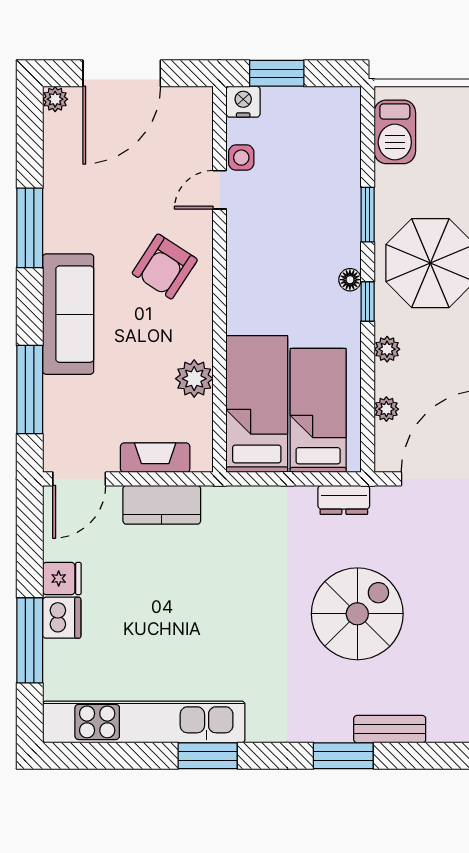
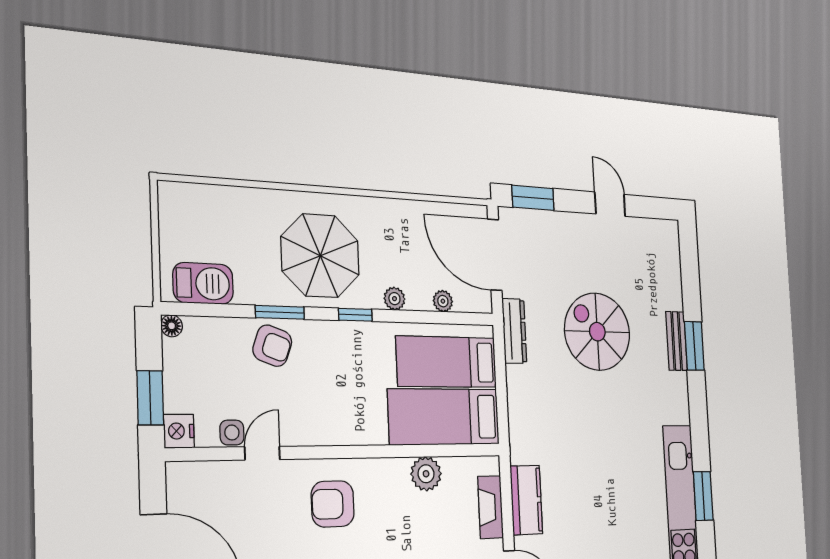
door: (220, 190) -> (262, 453), swing flipped
armchair: (332, 205) -> (272, 346), added
armchair: (165, 266) -> (333, 504), turned 147
floor lamp: (350, 280) -> (172, 326), moved
dresser: (344, 500) -> (514, 331), width x1.44
bench: (390, 729) -> (677, 341), moved
window: (208, 756) -> (703, 496), moved

